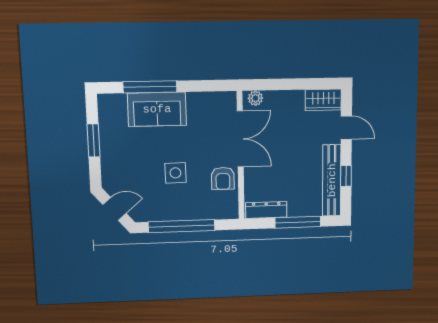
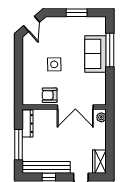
window: (182, 226) -> (19, 67), removed

